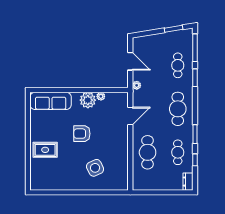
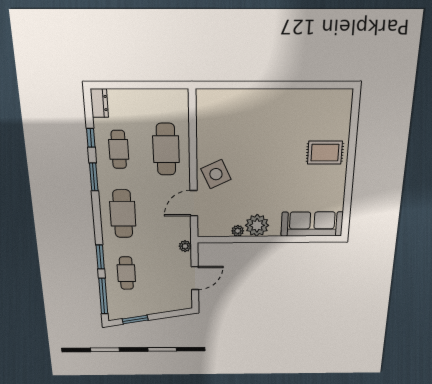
door: (130, 61) -> (195, 278), swing flipped
armchair: (82, 134) -> (267, 177), removed
side table: (95, 168) -> (216, 174), moved

